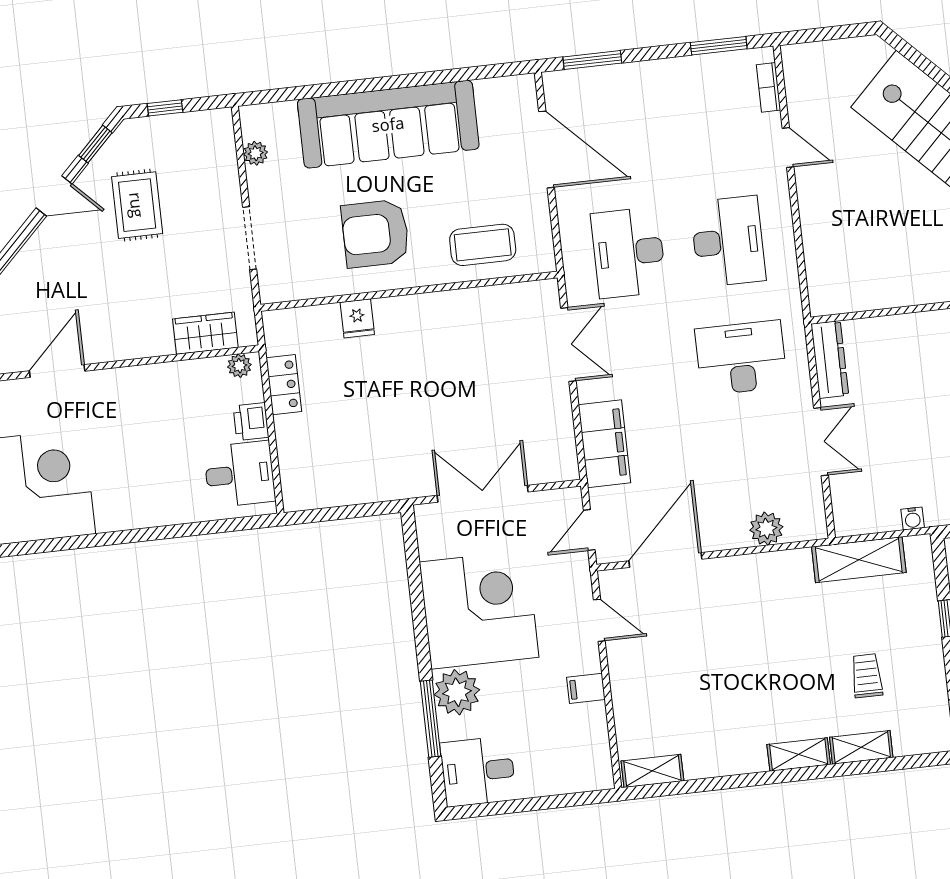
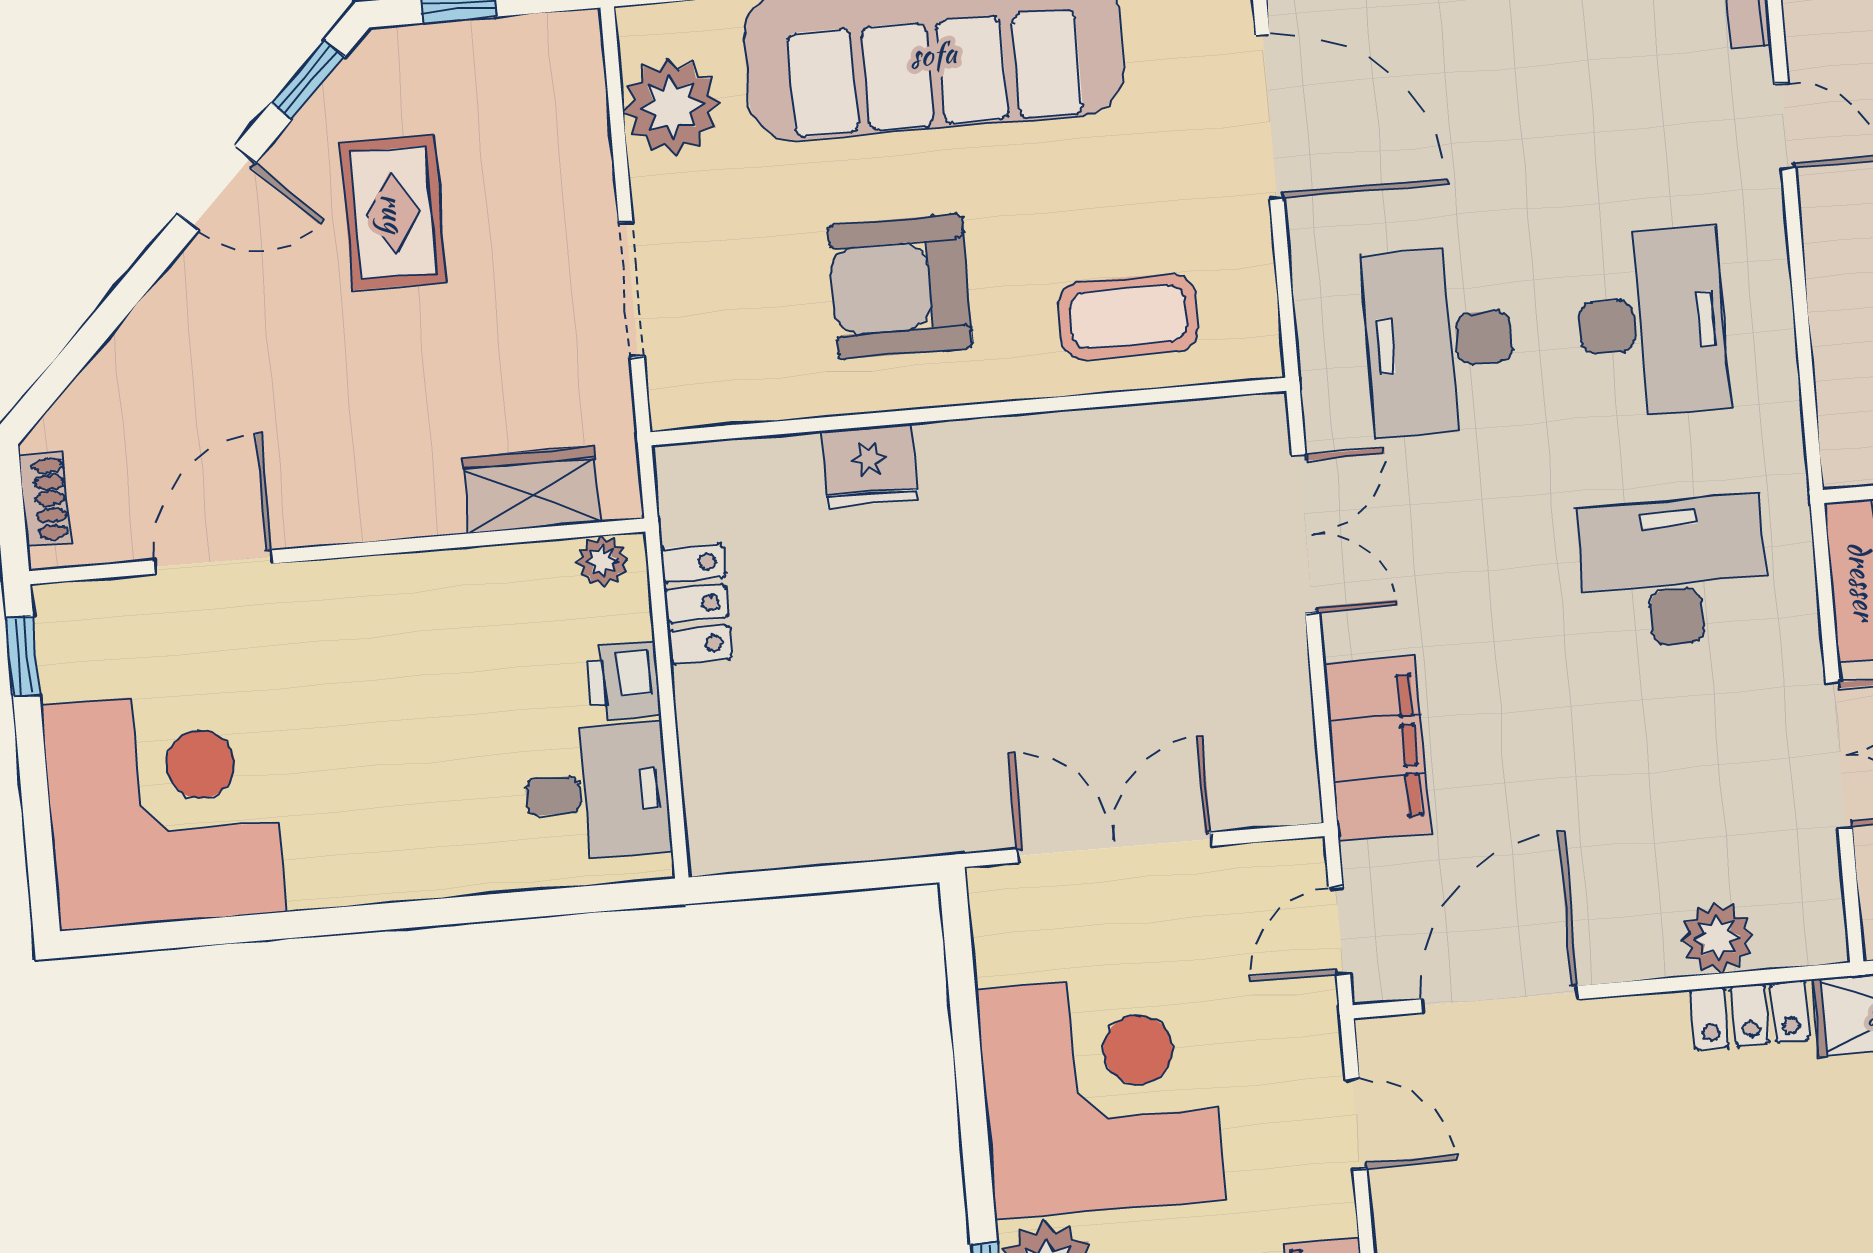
plant: (256, 153) -> (672, 107), width x1.88, depth x1.88
fridge: (357, 318) -> (869, 465), width x1.38
locker: (783, 564) -> (1750, 1015), added

